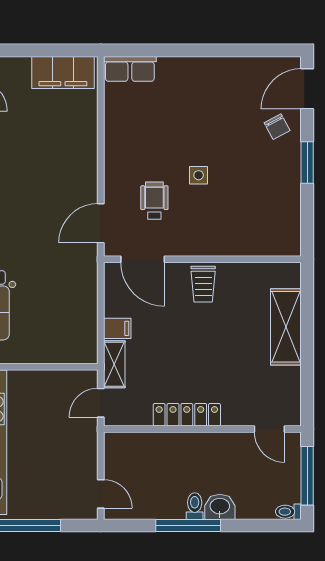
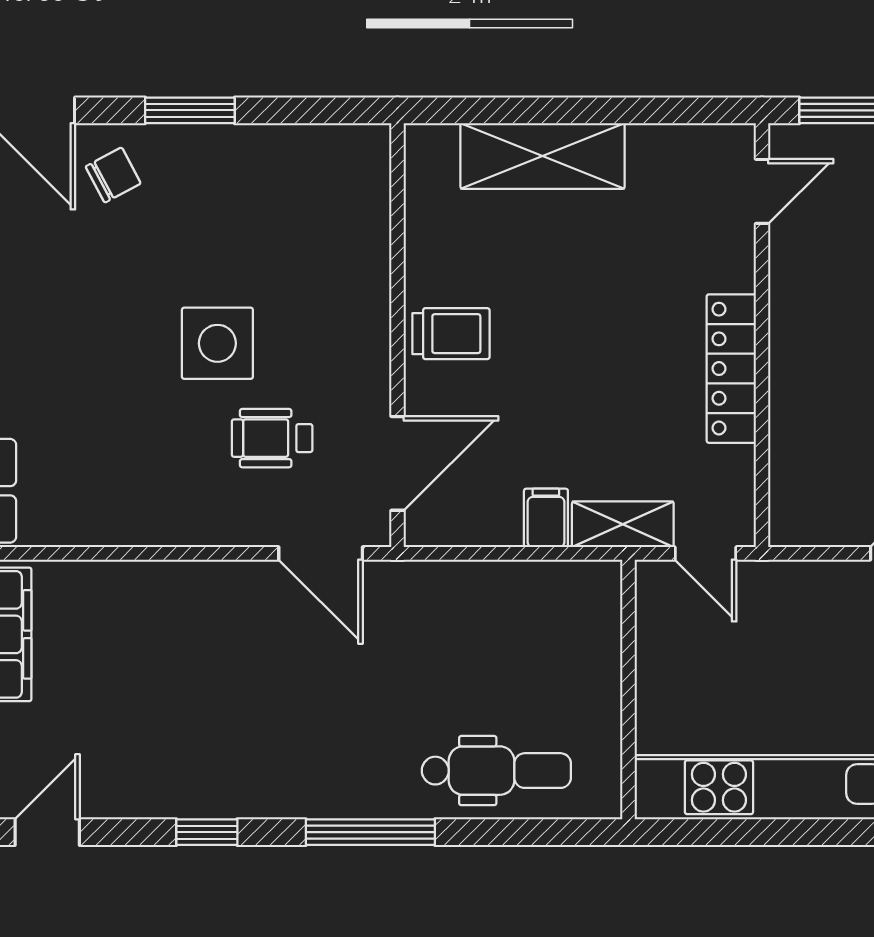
side table: (199, 175) -> (217, 343), width x1.87, depth x1.87

